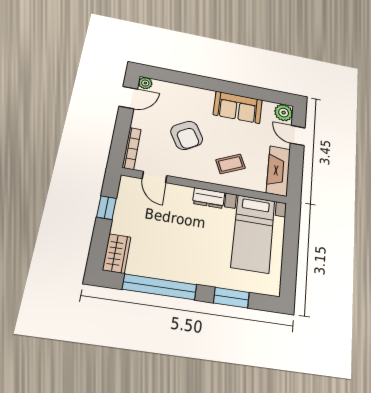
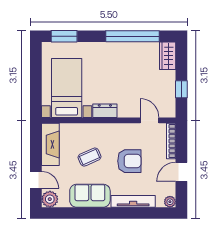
tv unit: (189, 92) -> (133, 201), added
door: (128, 98) -> (181, 172), moved
armchair: (187, 135) -> (129, 161), turned 120
coffee table: (231, 164) -> (90, 157), moved
window: (231, 298) -> (64, 36), moved

